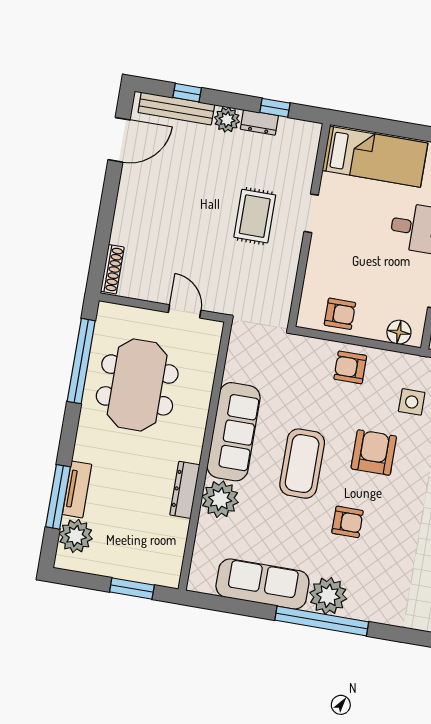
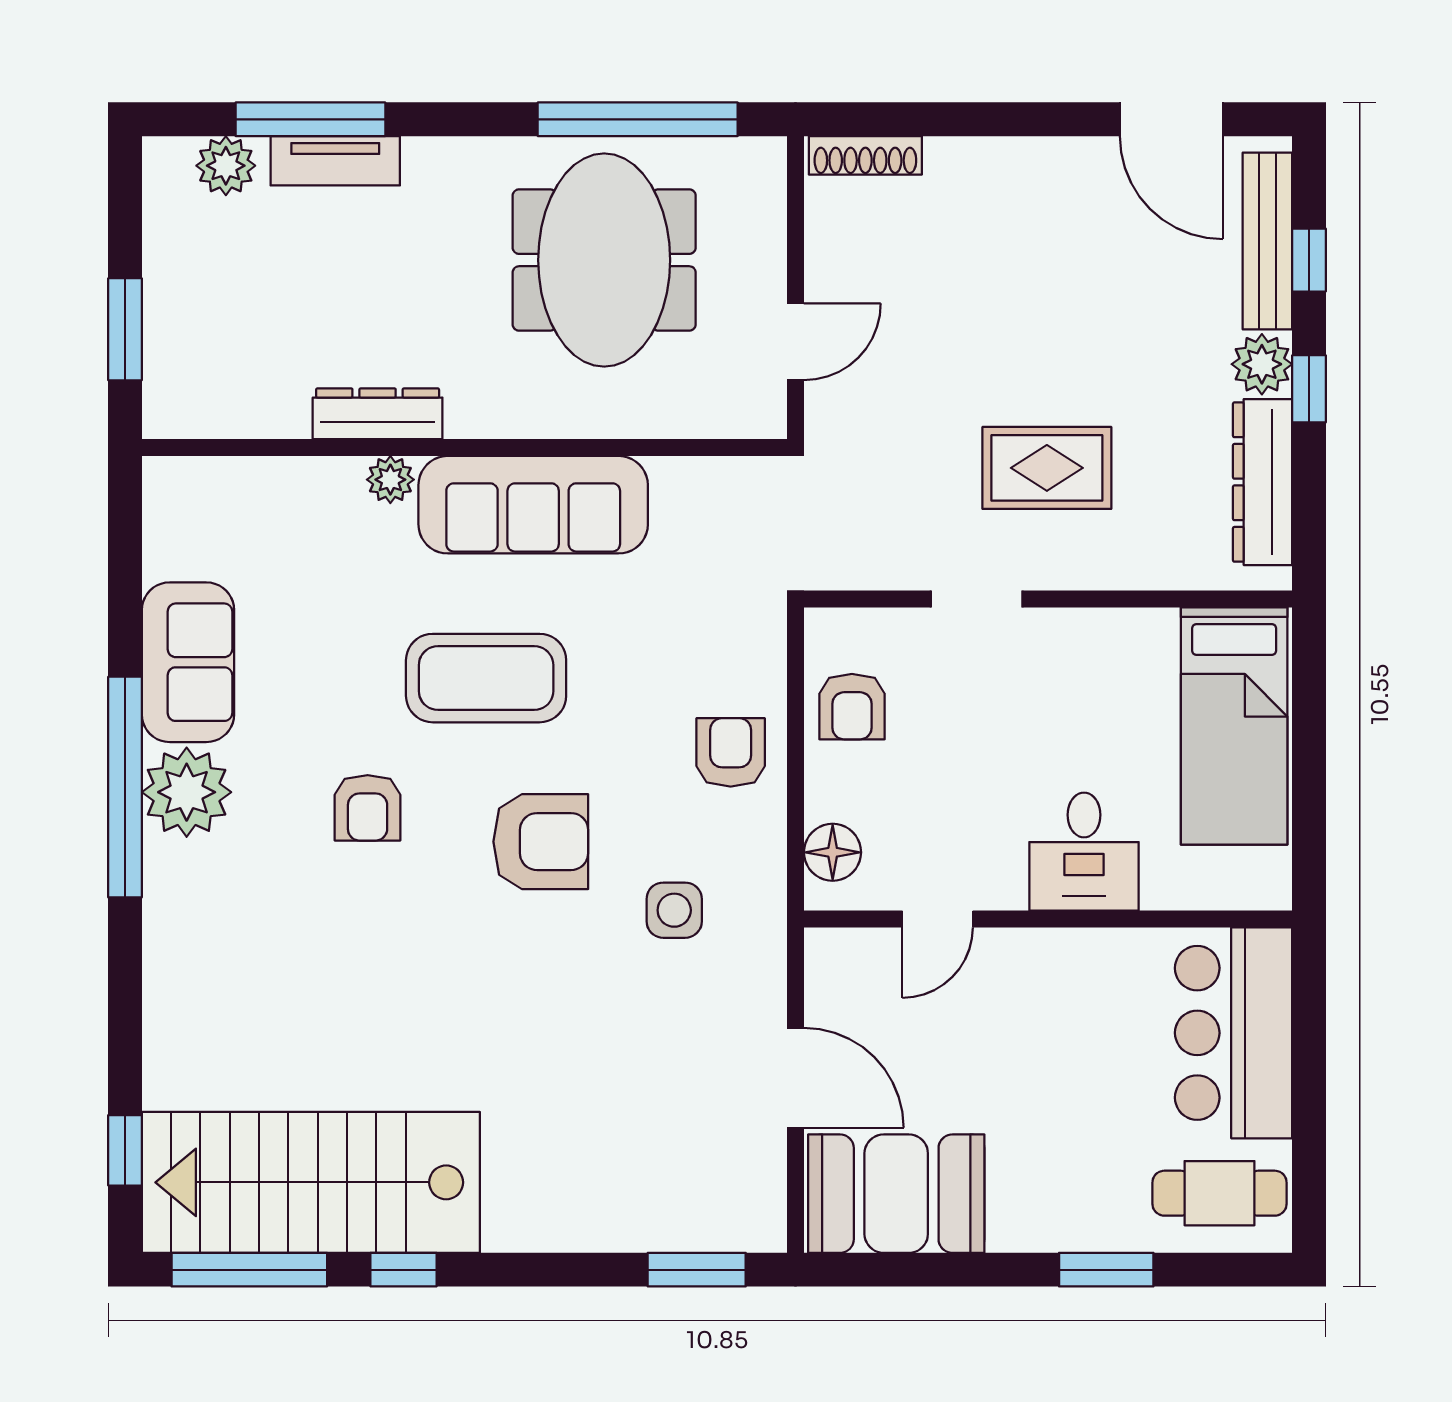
window: (275, 108) -> (1309, 389), moved
dresser: (259, 122) -> (1263, 482), width x1.96, depth x1.24
doorway: (311, 213) -> (977, 599), moved
meeting table: (137, 385) -> (604, 260), turned 90
plant: (220, 499) -> (390, 480), width x0.53, depth x0.53
plant: (76, 536) -> (226, 166), width x0.73, depth x0.73
sofa: (262, 584) -> (188, 662), width x0.73

